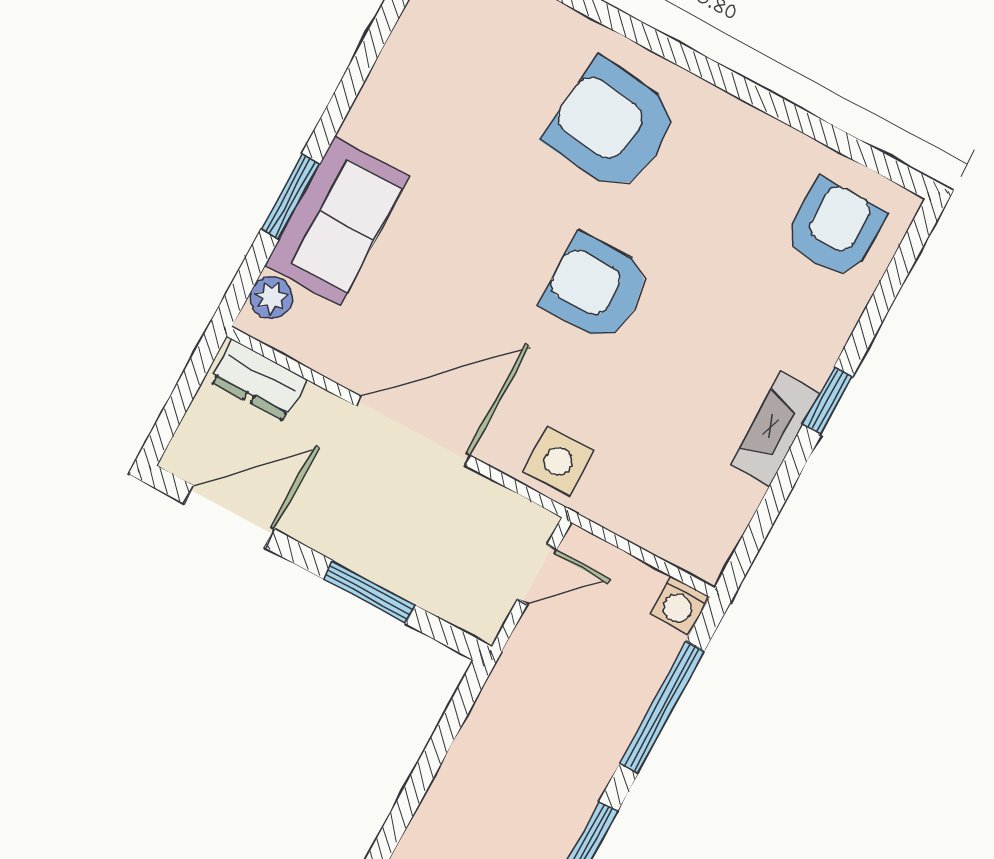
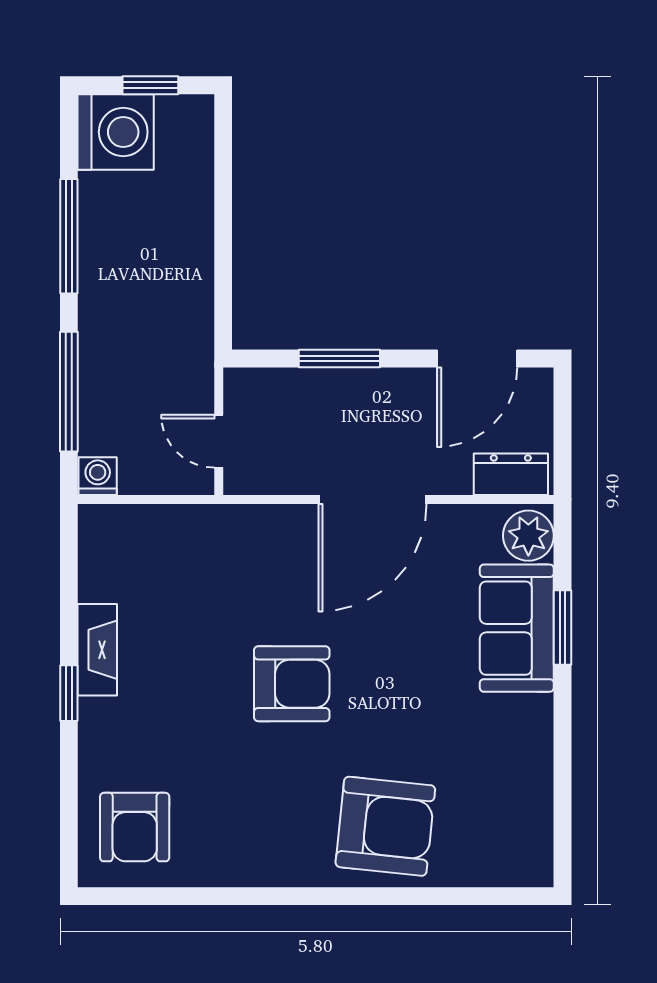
armchair: (612, 126) -> (385, 826), moved
plant: (271, 298) -> (528, 536), width x1.38, depth x1.38
side table: (558, 461) -> (249, 536), removed
door: (537, 574) -> (219, 441), hinge flipped

